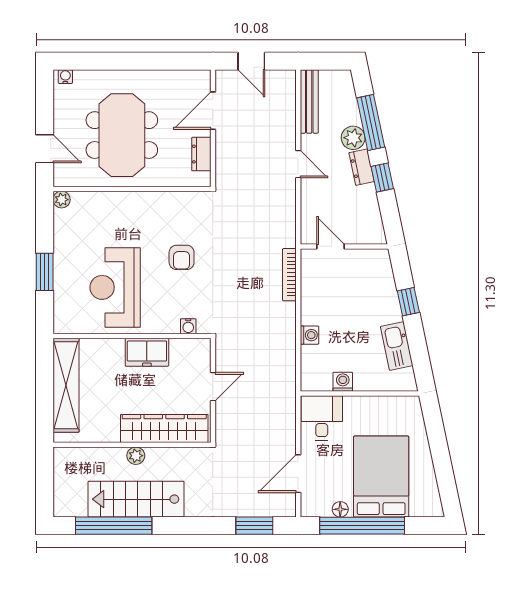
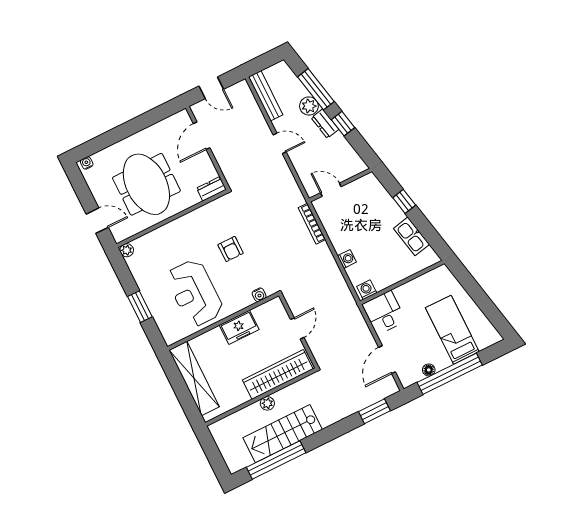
dresser: (201, 154) -> (211, 189), moved, turned 90
washing machine: (343, 382) -> (367, 290), moved
bed: (381, 477) -> (452, 330), width x0.67

